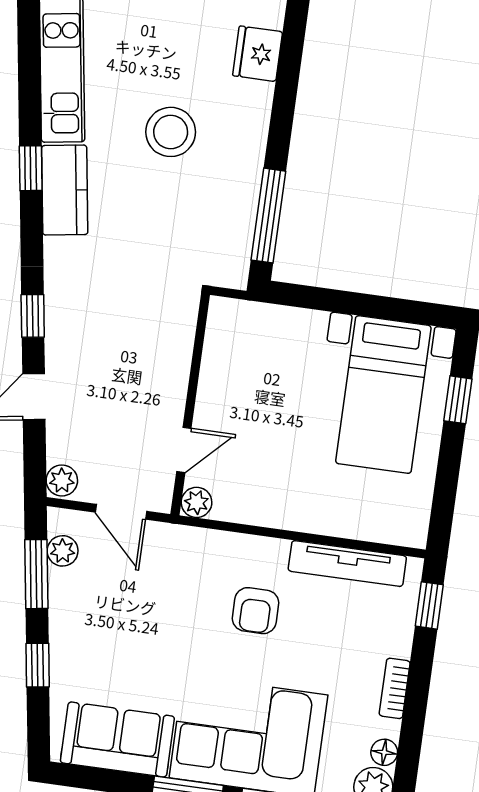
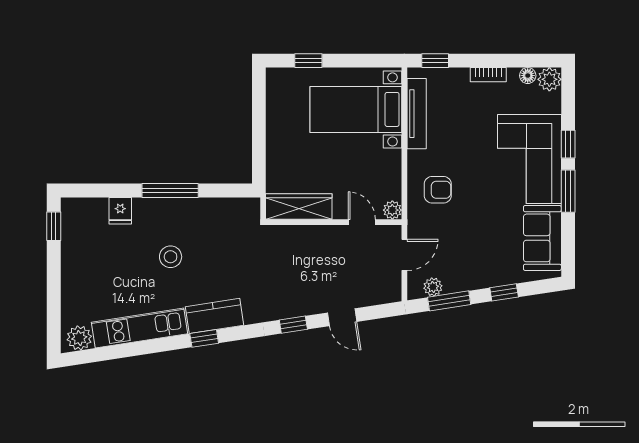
fridge: (258, 54) -> (120, 211), width x0.72
stool: (171, 132) -> (171, 257), width x0.73, depth x0.73
window: (268, 216) -> (170, 191), moved
wardrobe: (223, 351) -> (299, 207), added
bed with nightstands: (383, 395) -> (356, 109), moved, turned 180
plant: (62, 480) -> (390, 293), removed
armchair: (256, 611) -> (438, 190), moved

